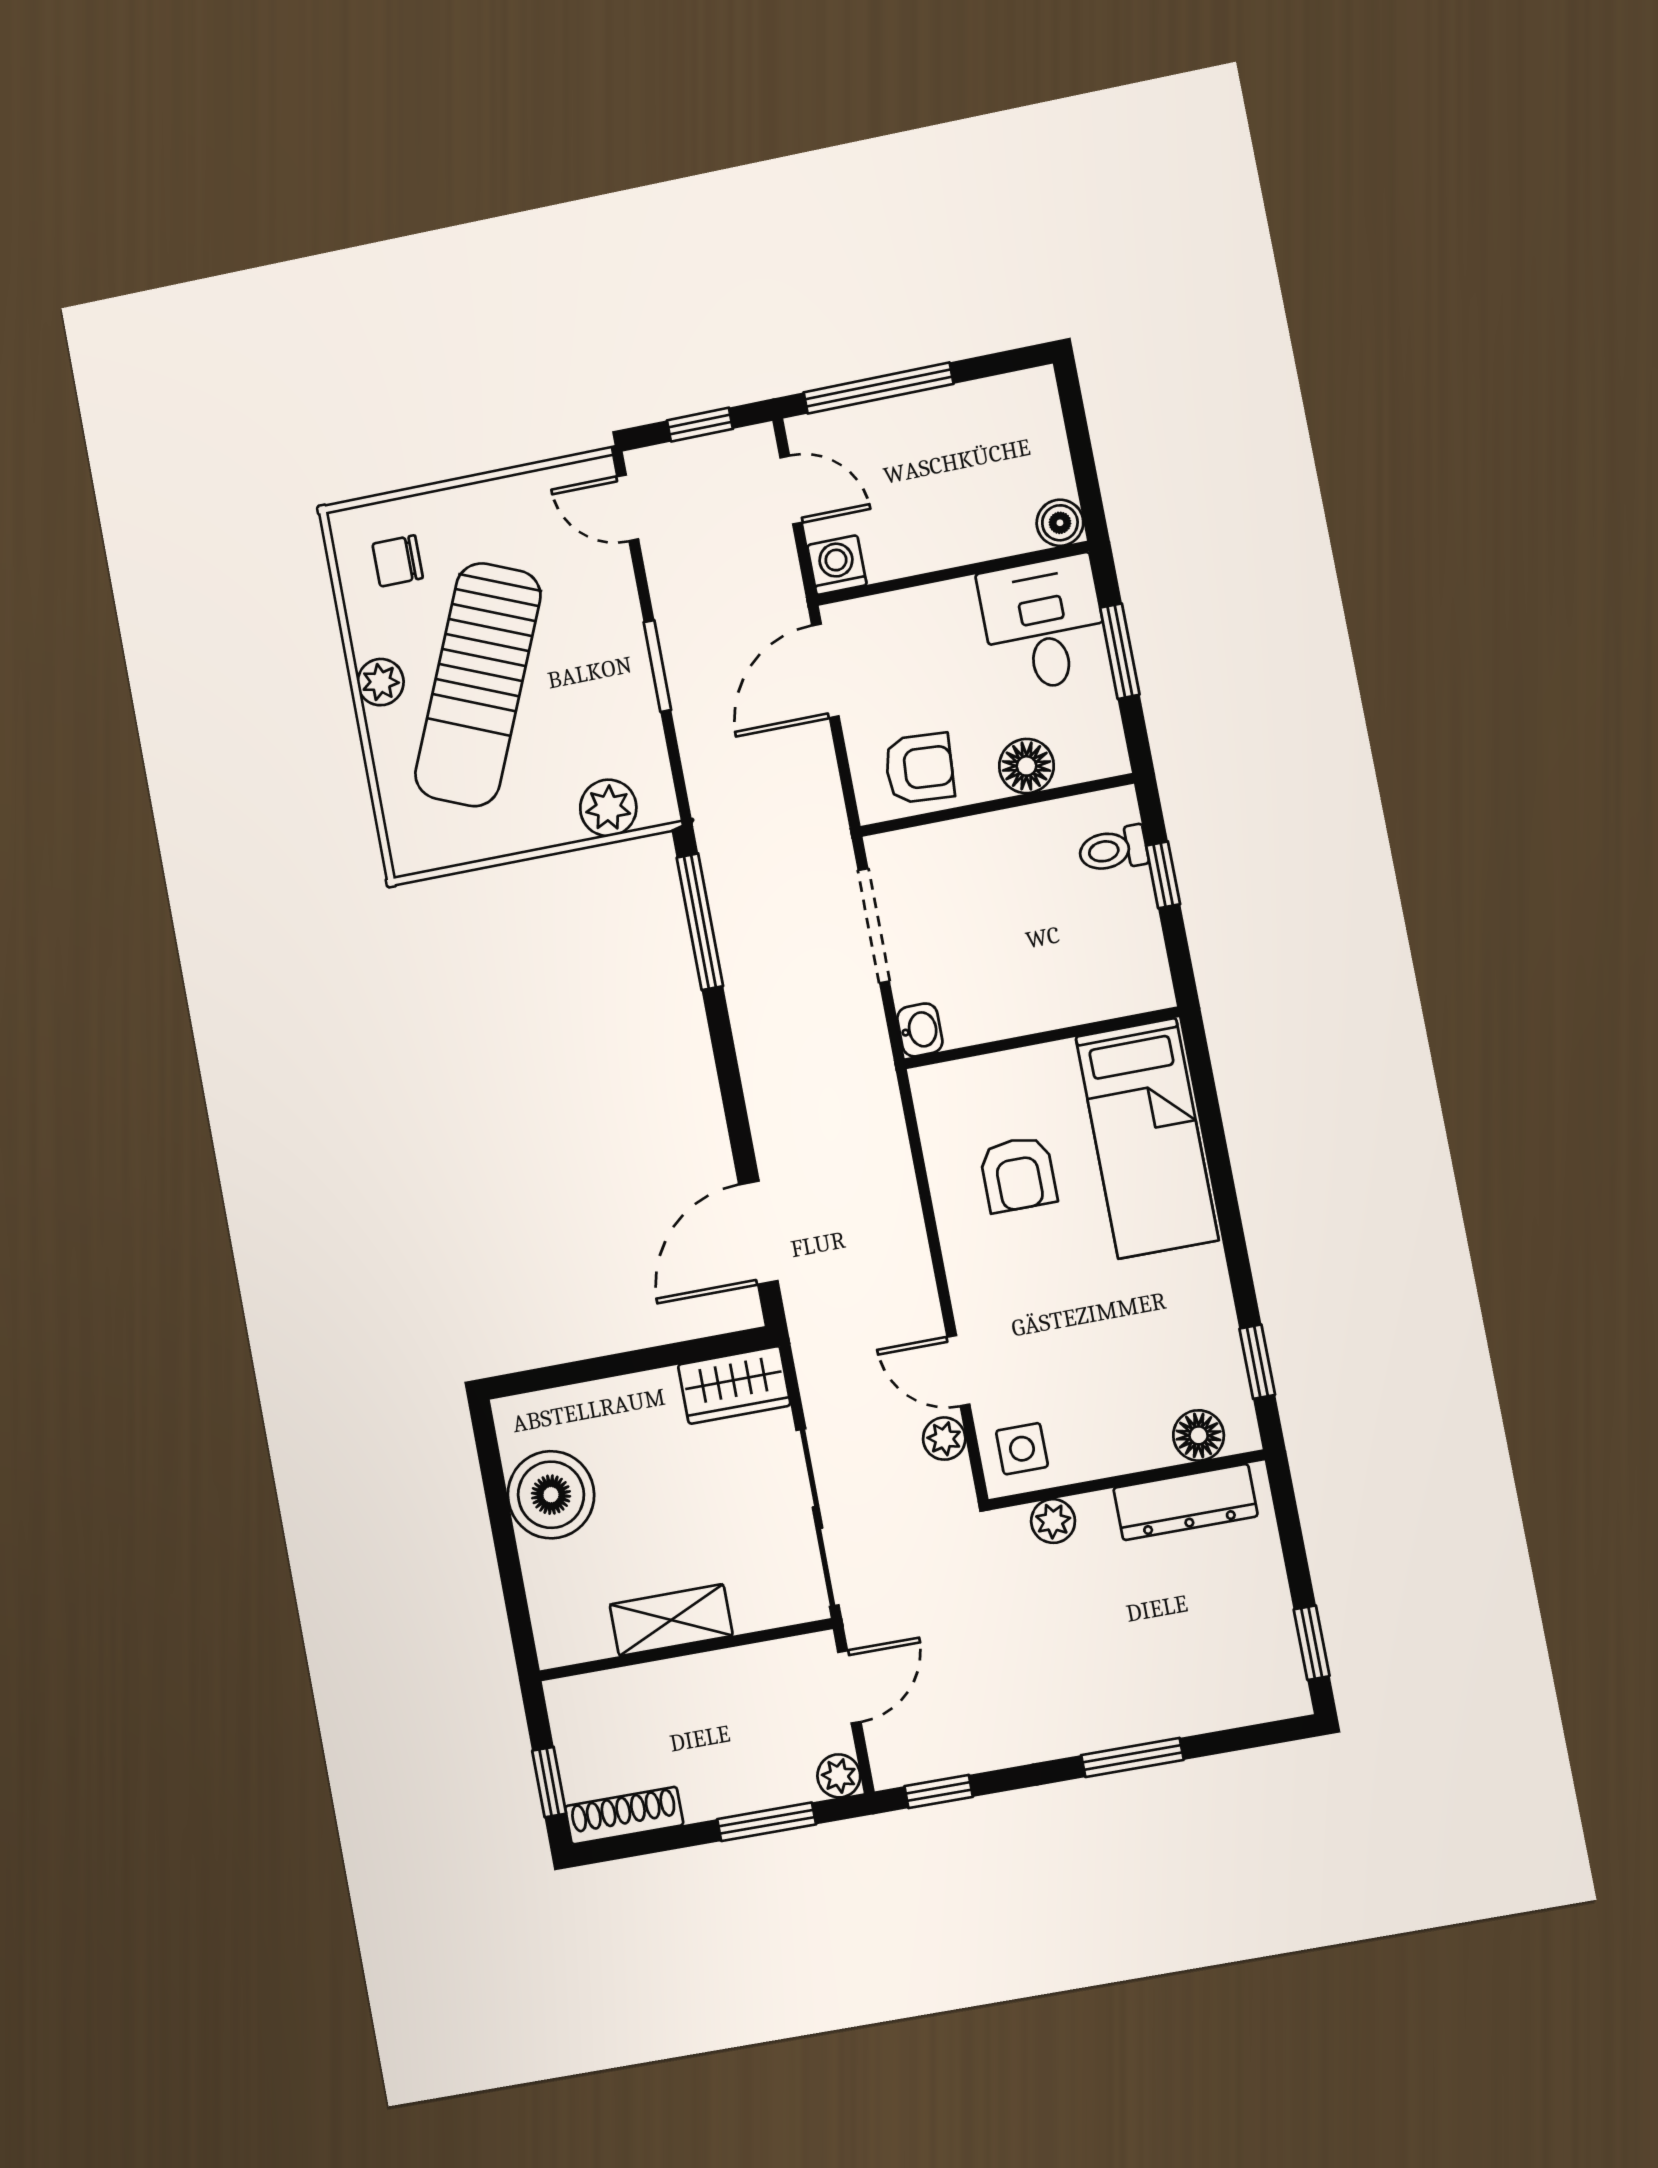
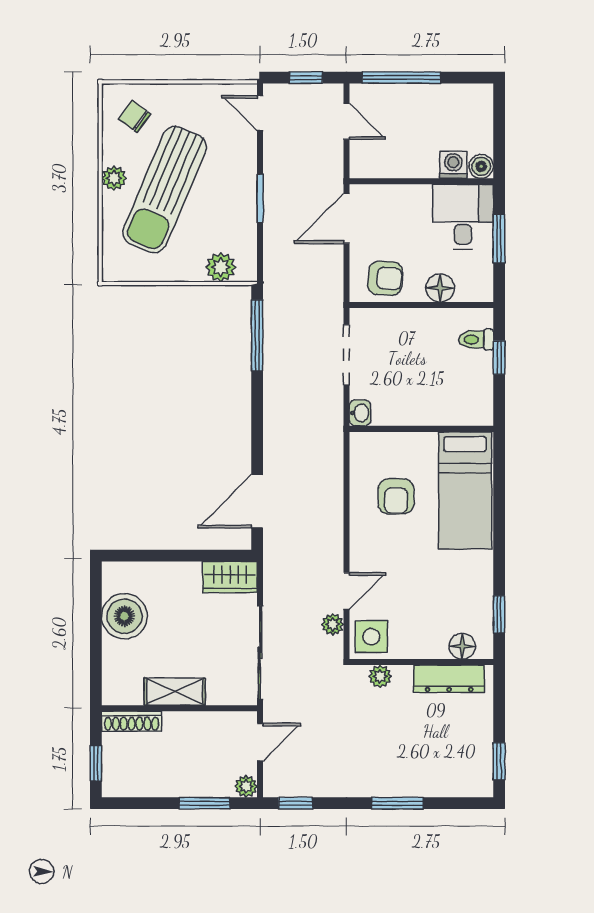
chair: (398, 561) -> (135, 117), turned 36
washing machine: (837, 565) -> (453, 165), moved
door: (958, 1371) -> (346, 591), swing flipped
side table: (1022, 1449) -> (371, 637), width x1.37, depth x1.37
shoe rack: (624, 1816) -> (132, 721), moved, turned 180

